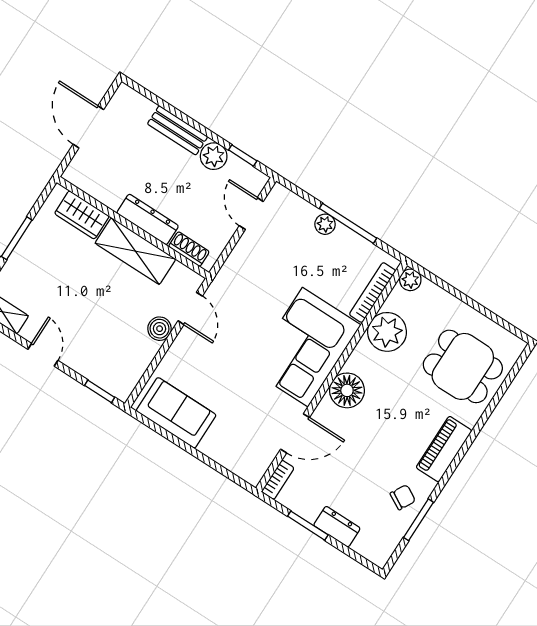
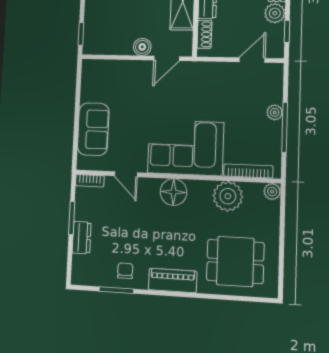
dining table: (463, 366) -> (235, 261), turned 90
sofa: (176, 413) -> (93, 129), moved
door: (295, 433) -> (126, 174), width x0.73
chair: (403, 497) -> (125, 271), turned -119

